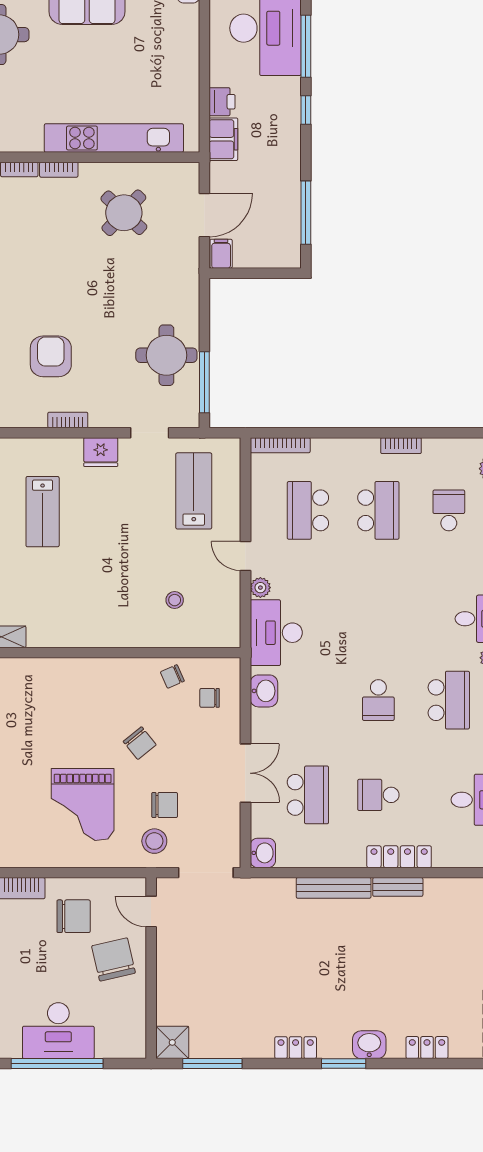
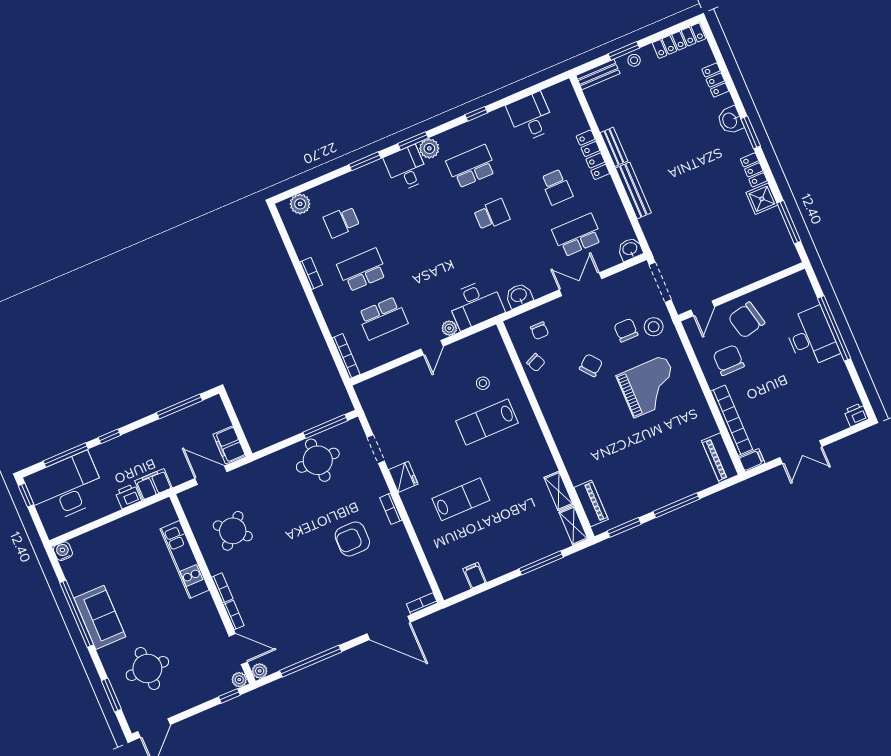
kitchen unit: (114, 138) -> (185, 560), width x0.73
filing cabinet: (221, 254) -> (229, 445), width x2.00
lab bench: (194, 491) -> (487, 422), moved
shower: (172, 1042) -> (762, 199), moved

